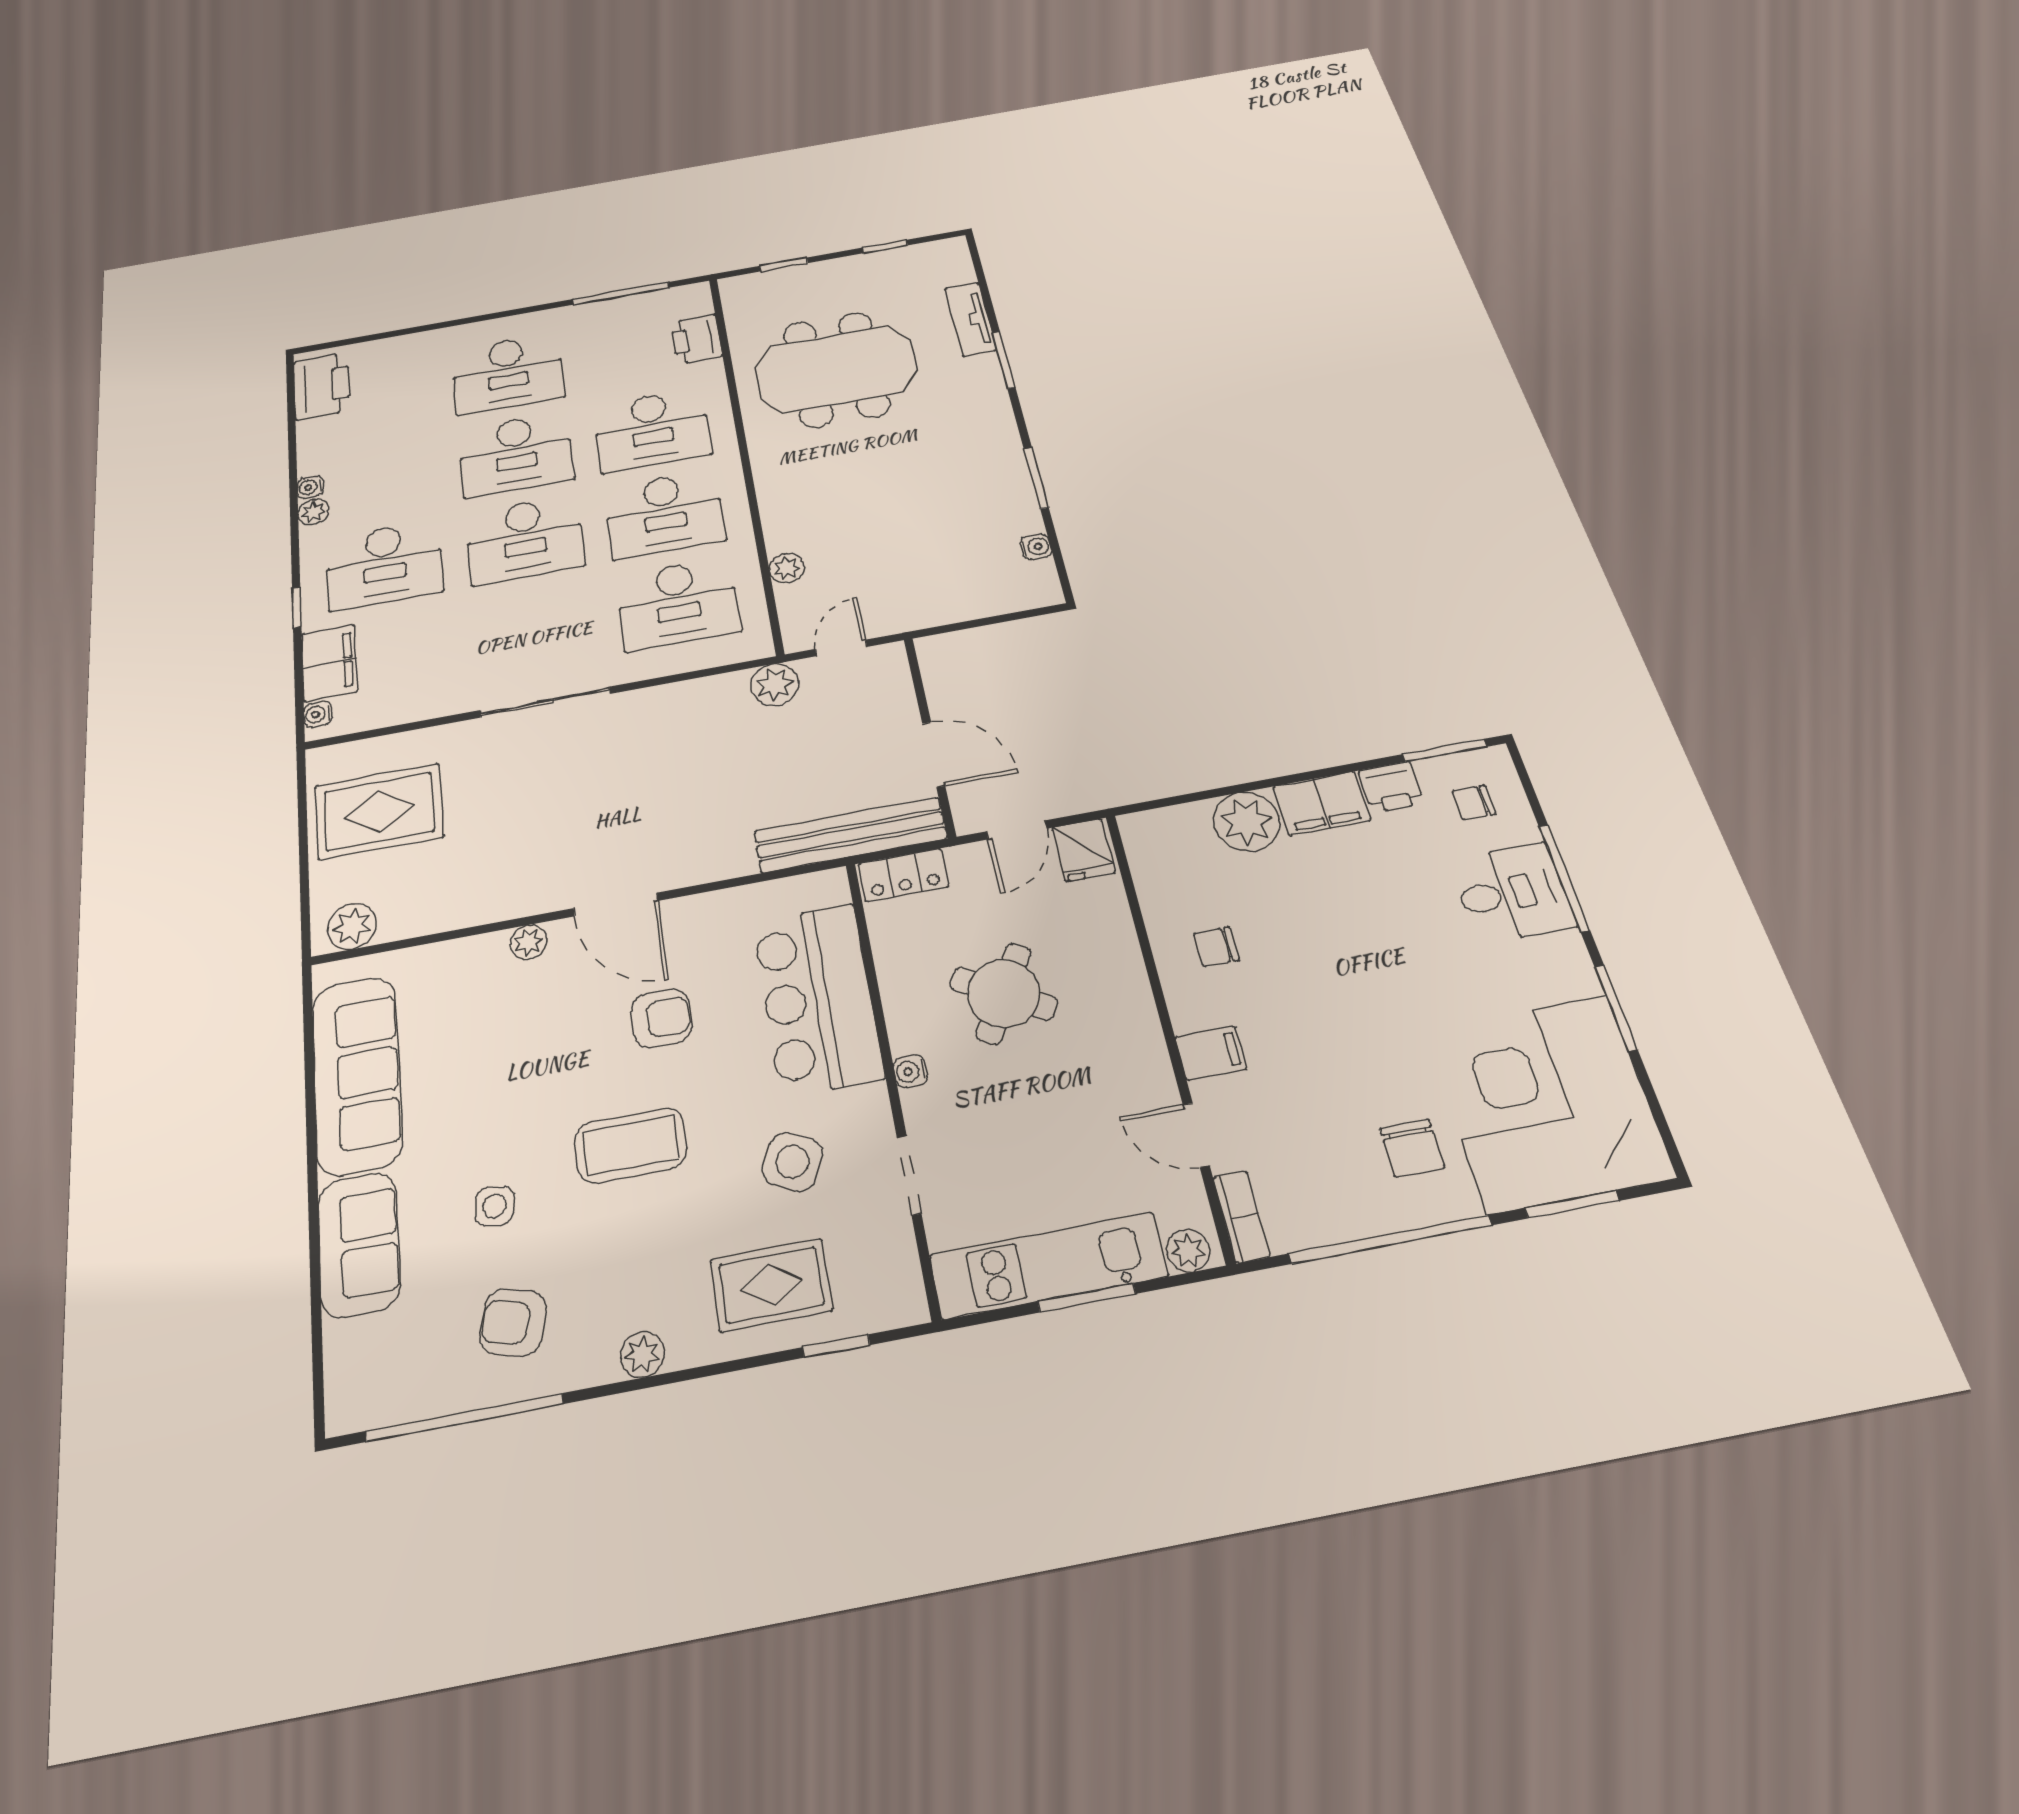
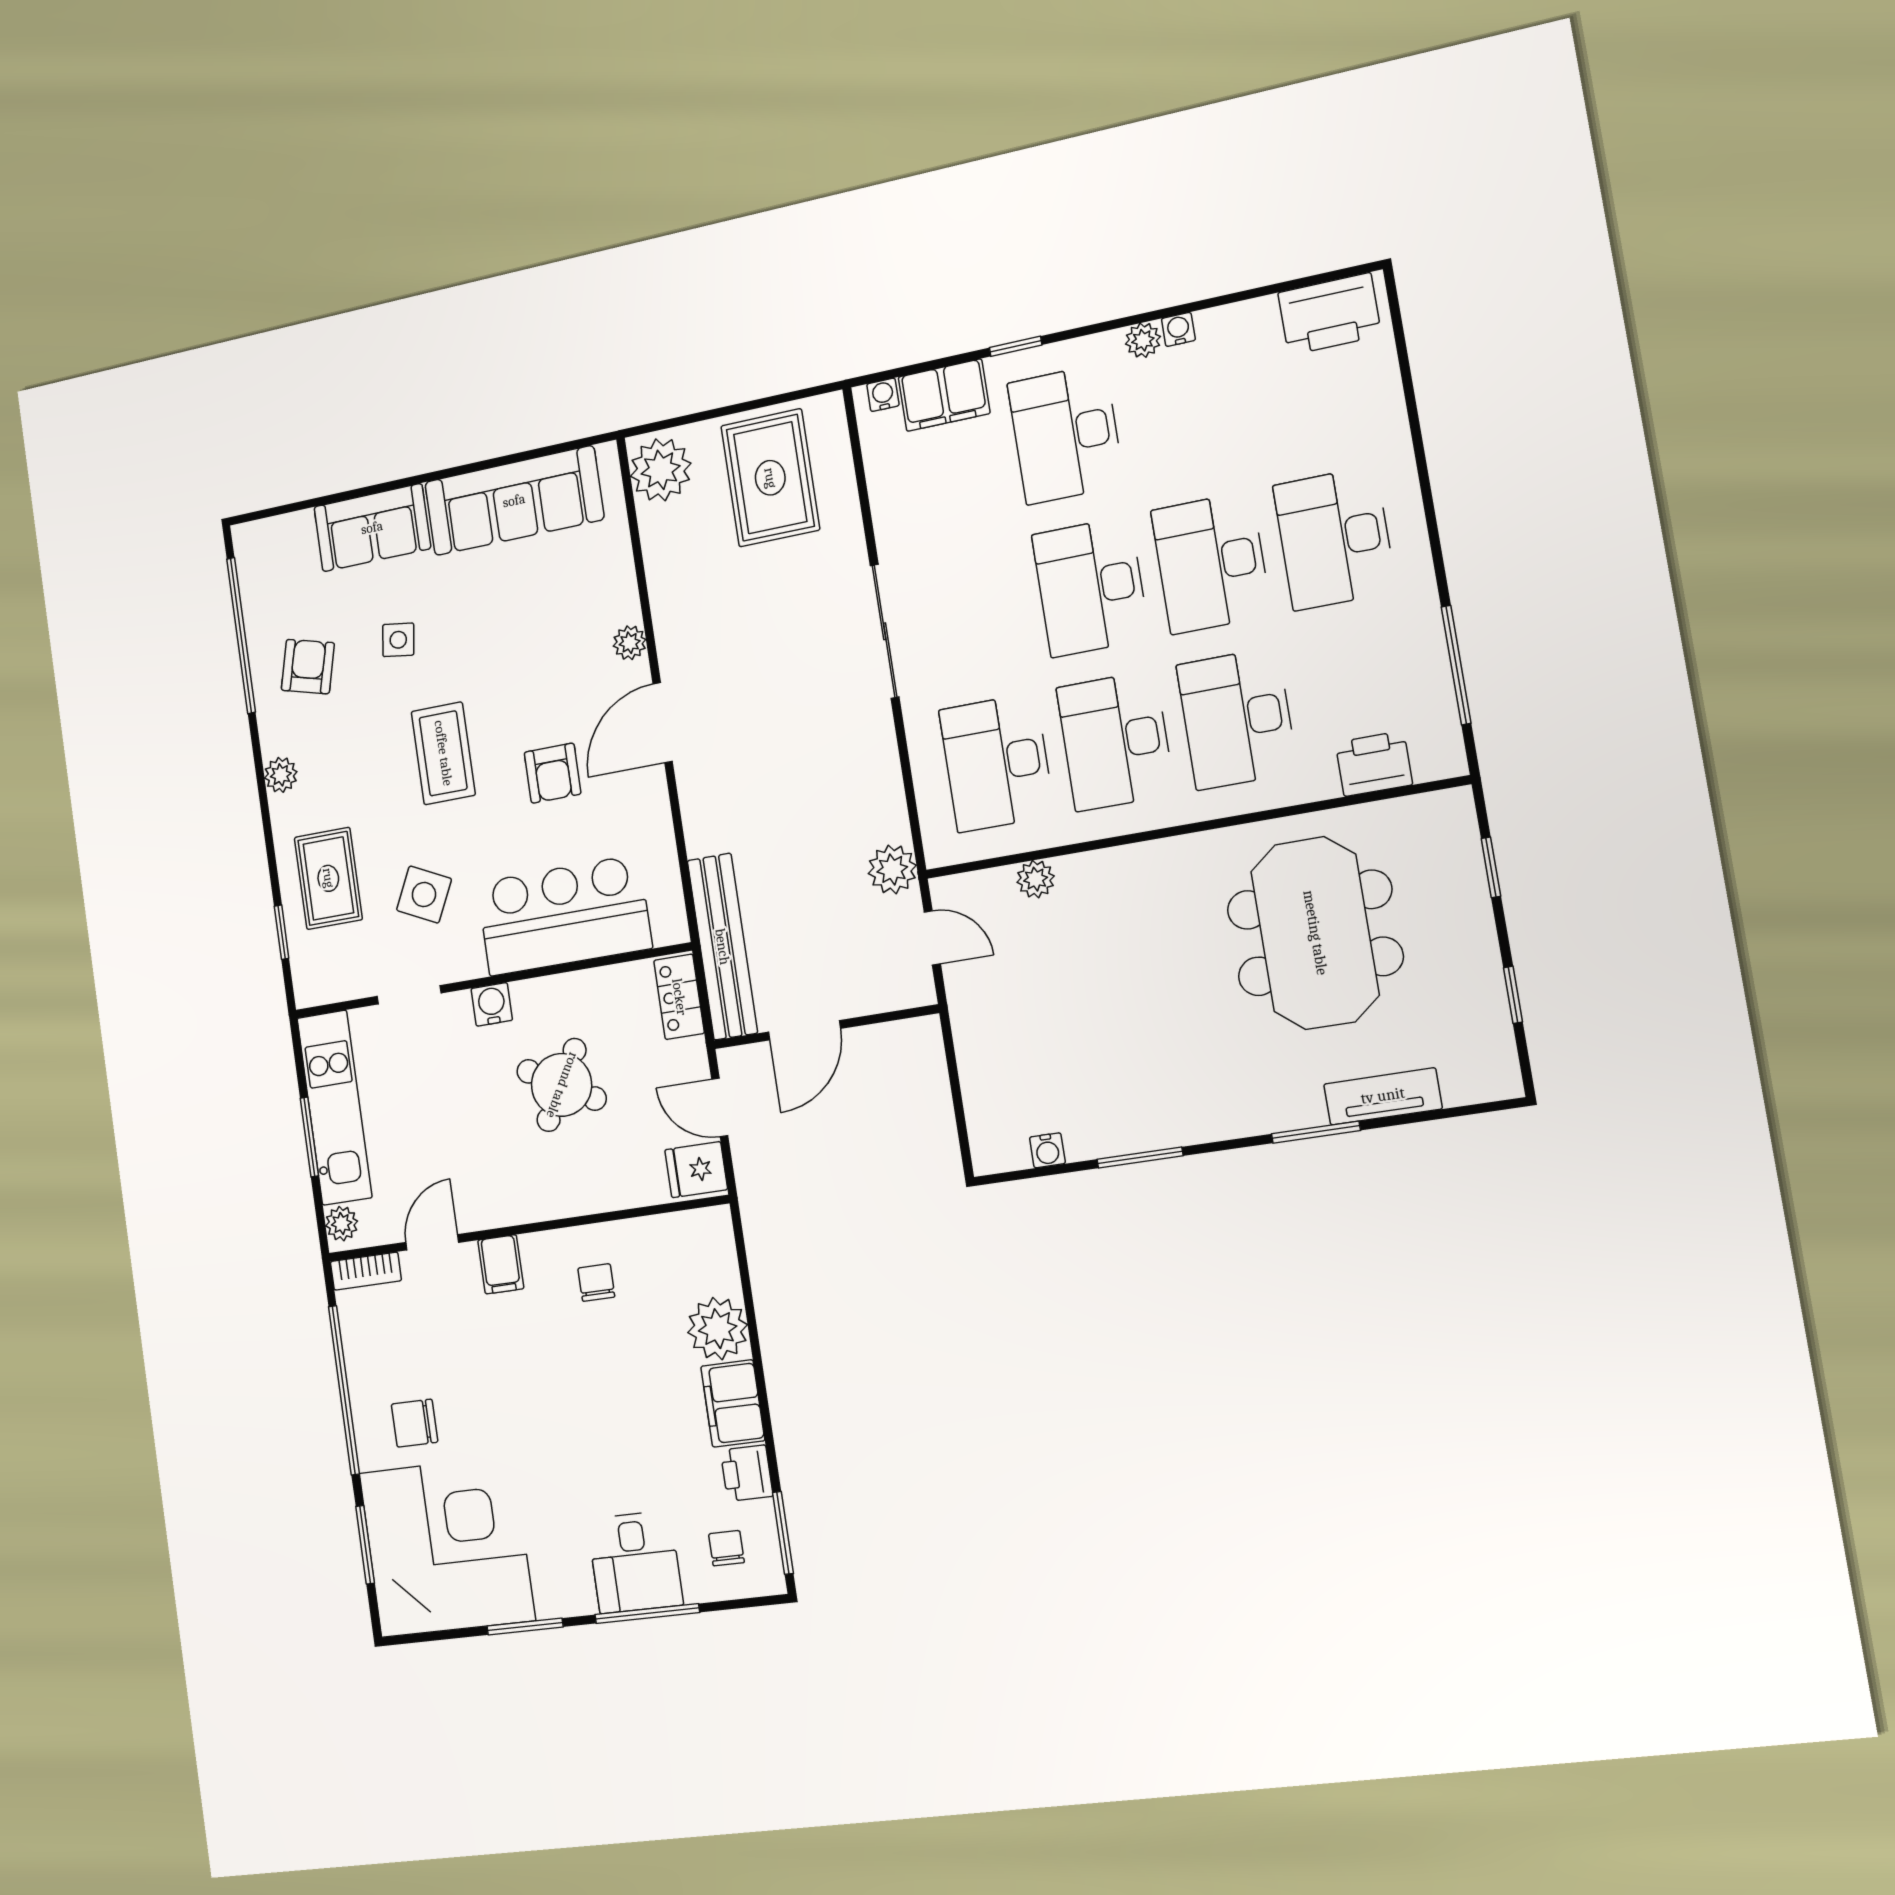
plant: (352, 926) -> (661, 470), width x1.36, depth x1.36
water cooler: (910, 1071) -> (492, 1004), width x1.38, depth x1.38

